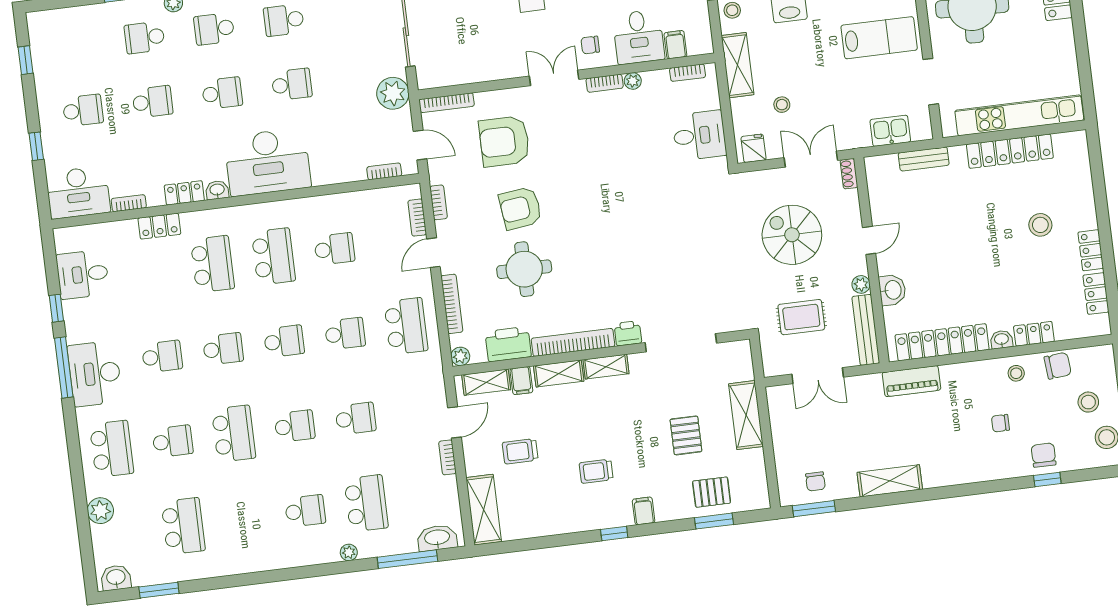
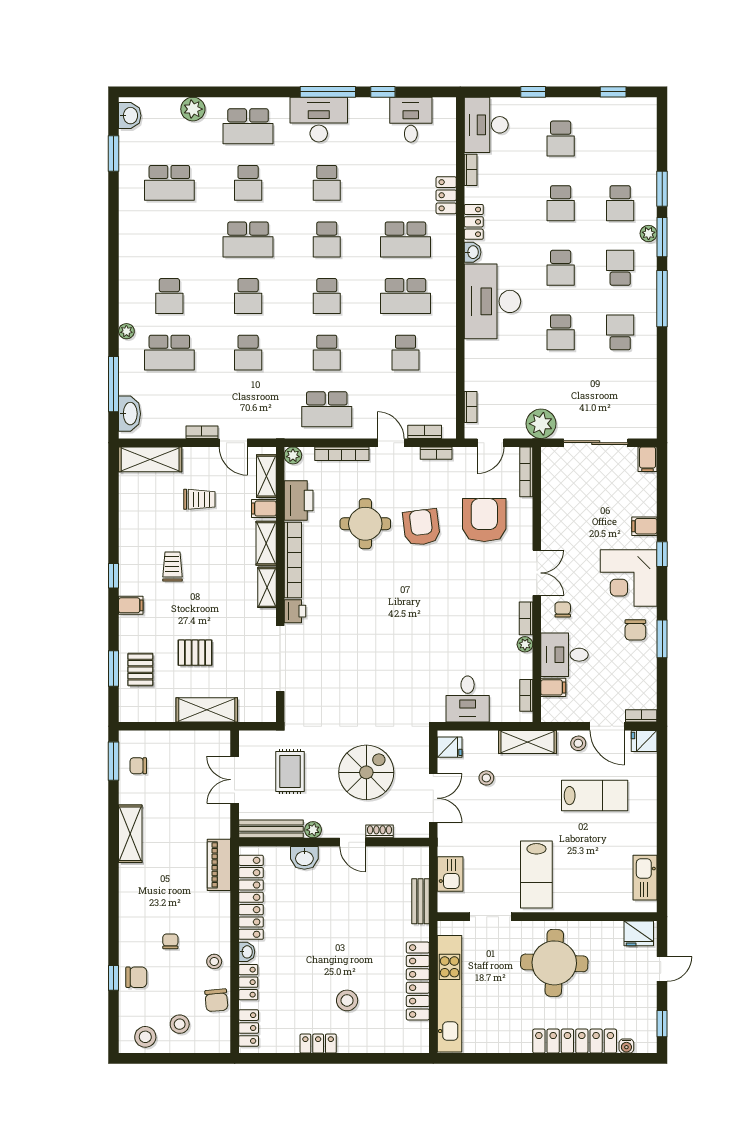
school desk: (145, 38) -> (620, 203), turned 180
shoe rack: (849, 174) -> (380, 831), moved
locker: (1096, 294) -> (249, 1028), moved, turned 90
trolley: (520, 451) -> (199, 499), turned 90

